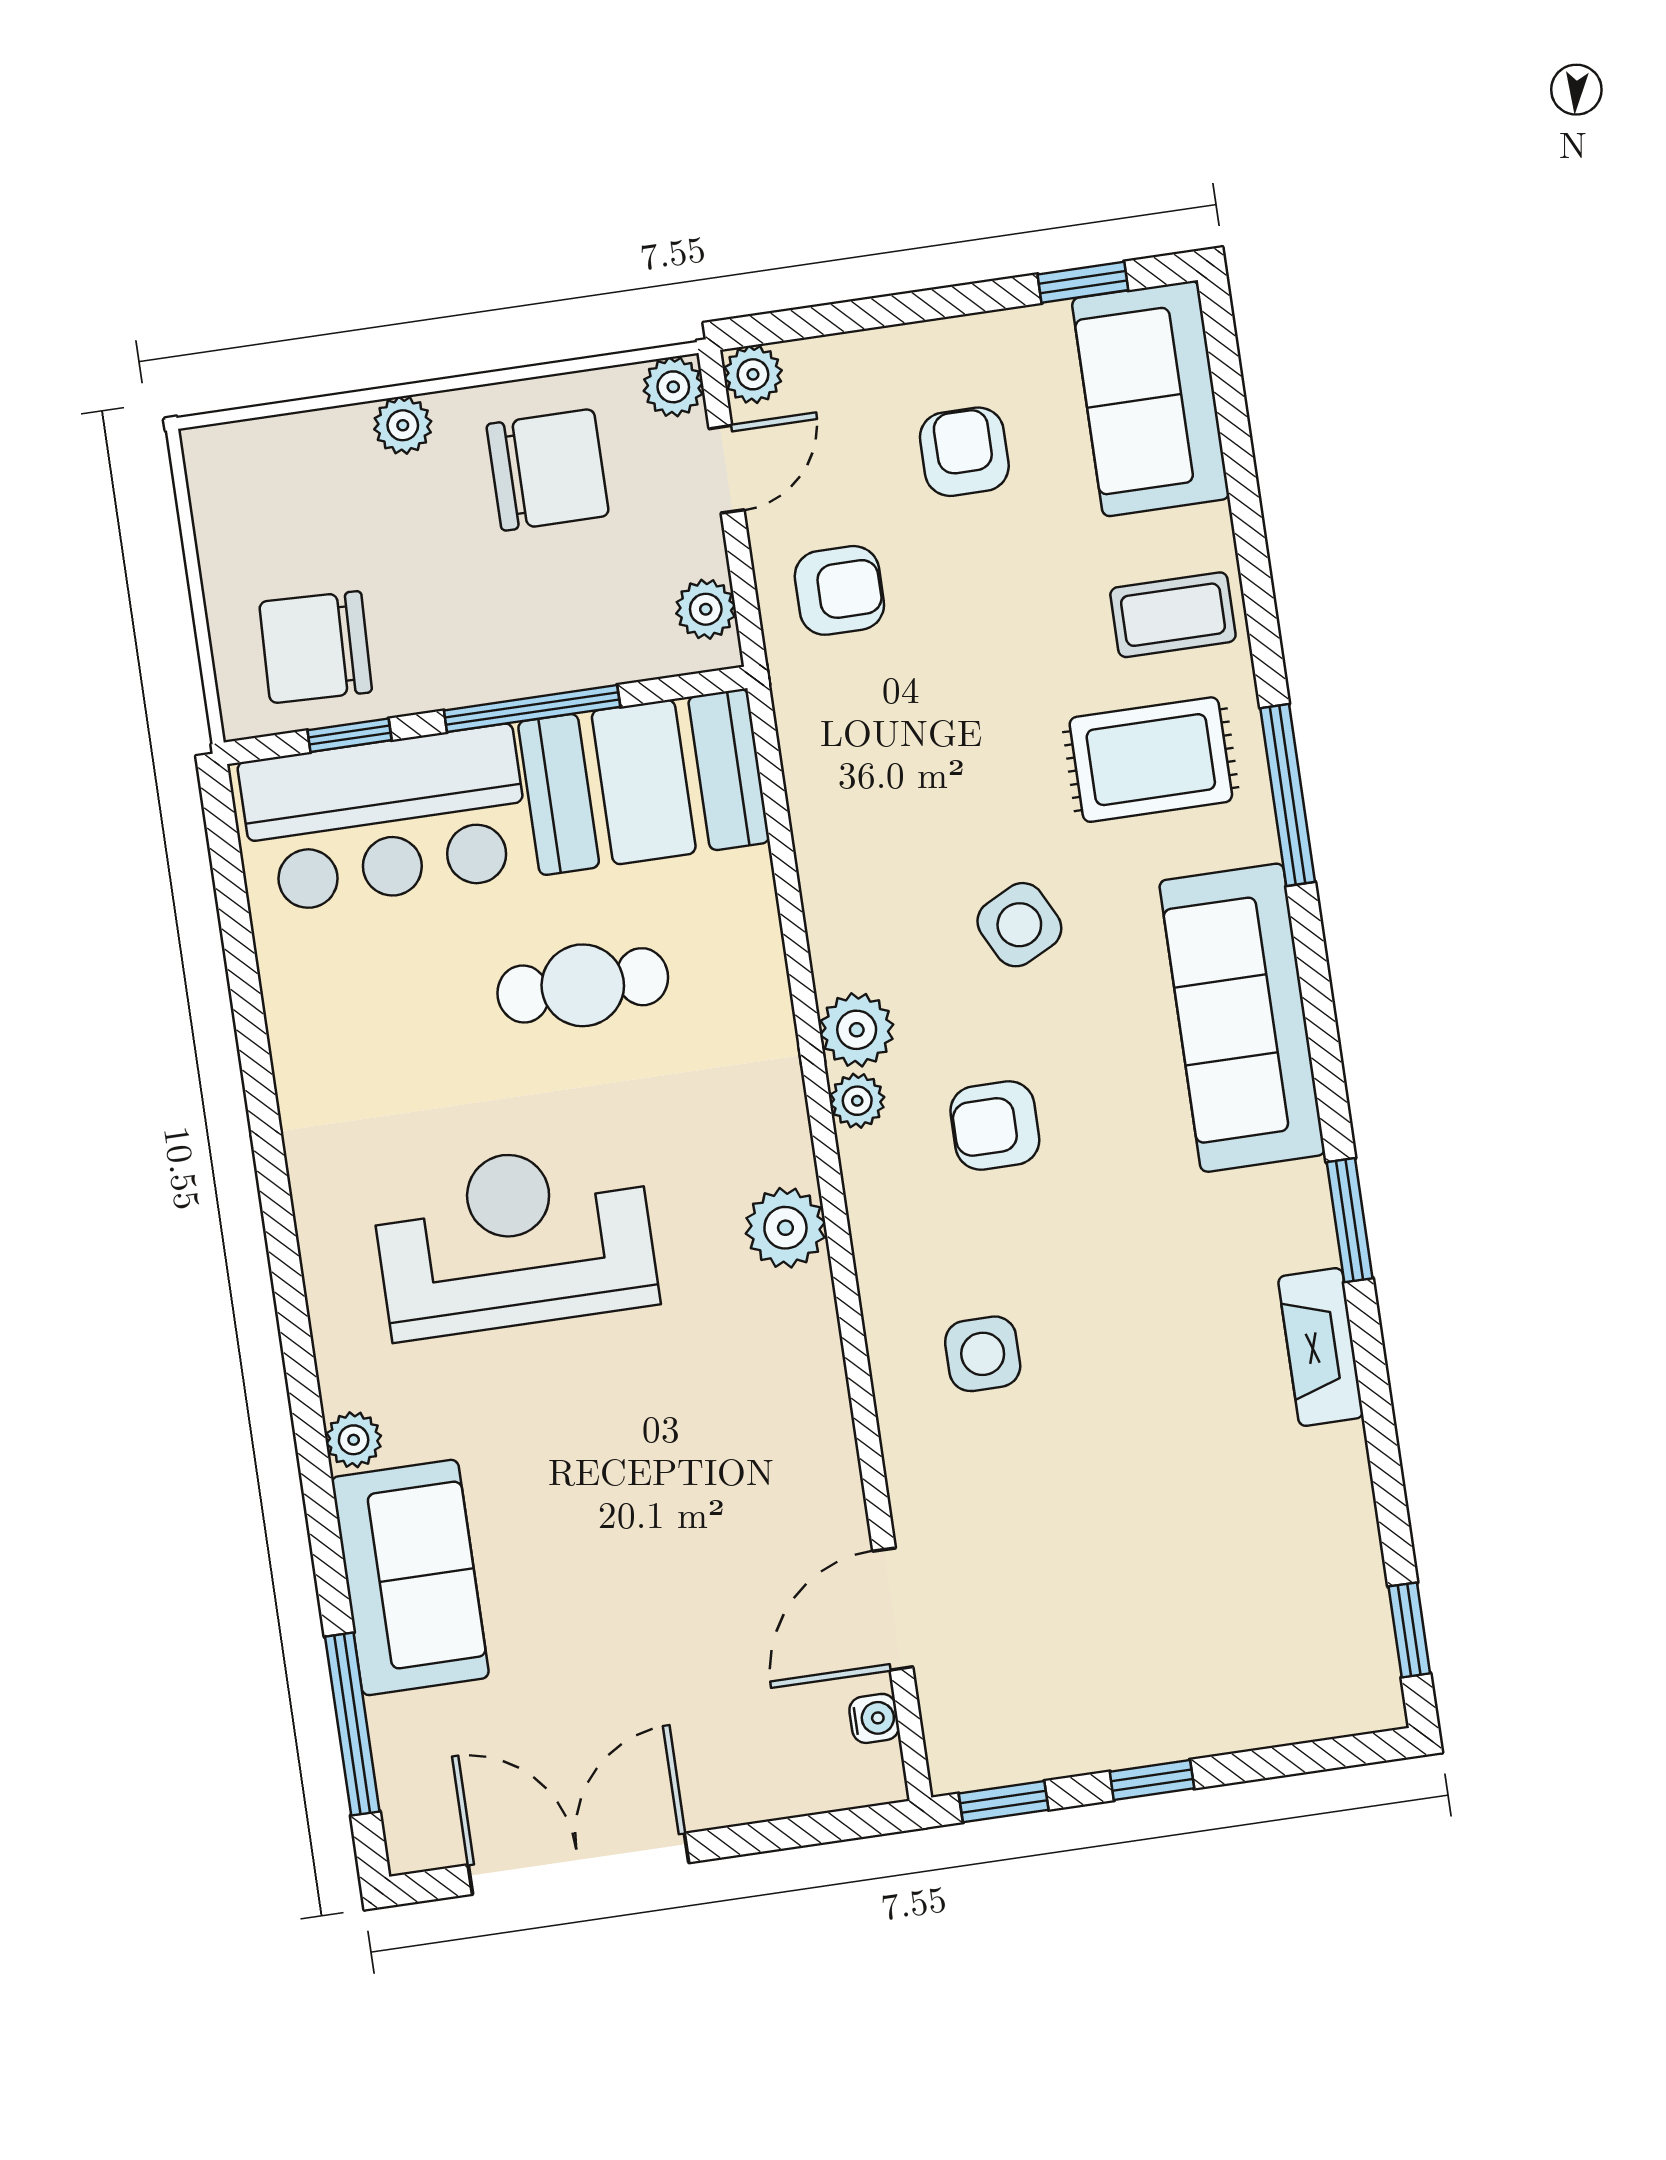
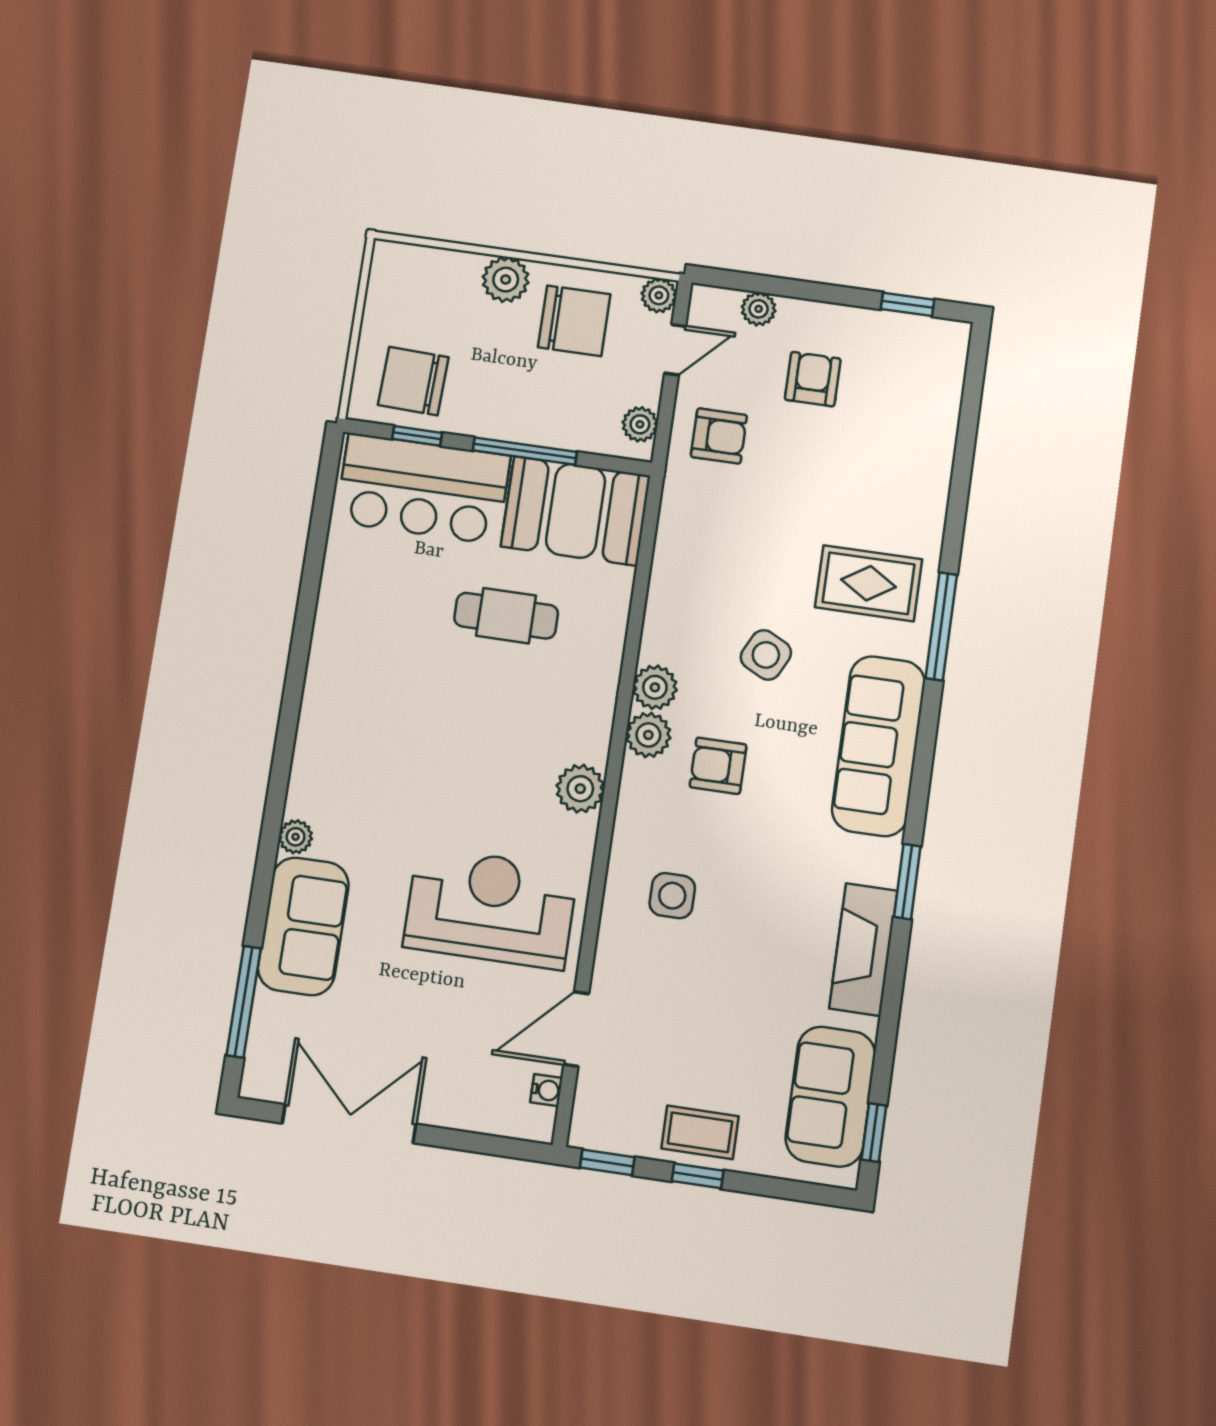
plant: (753, 374) -> (759, 309), moved
sofa: (1151, 399) -> (830, 1097), moved
plant: (403, 425) -> (506, 280), width x1.38, depth x1.38
coffee table: (1173, 615) -> (700, 1132), moved
side table: (1019, 925) -> (766, 655), turned -36
plant: (857, 1101) -> (648, 735), width x1.38, depth x1.38
reception desk: (514, 1240) -> (490, 908), moved
fireplace: (1321, 1347) -> (863, 950), width x1.37, depth x1.32

